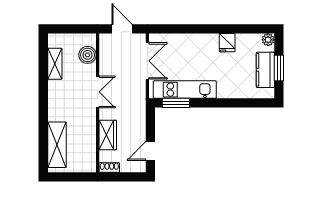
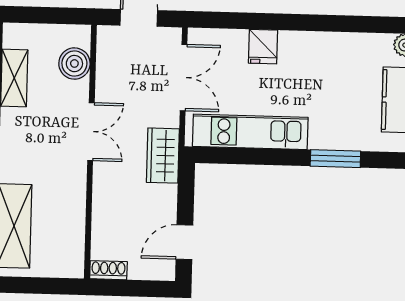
fridge: (227, 43) -> (263, 47), moved
window: (176, 103) -> (335, 159), moved
wardrobe: (108, 135) -> (163, 156), moved, turned 180

